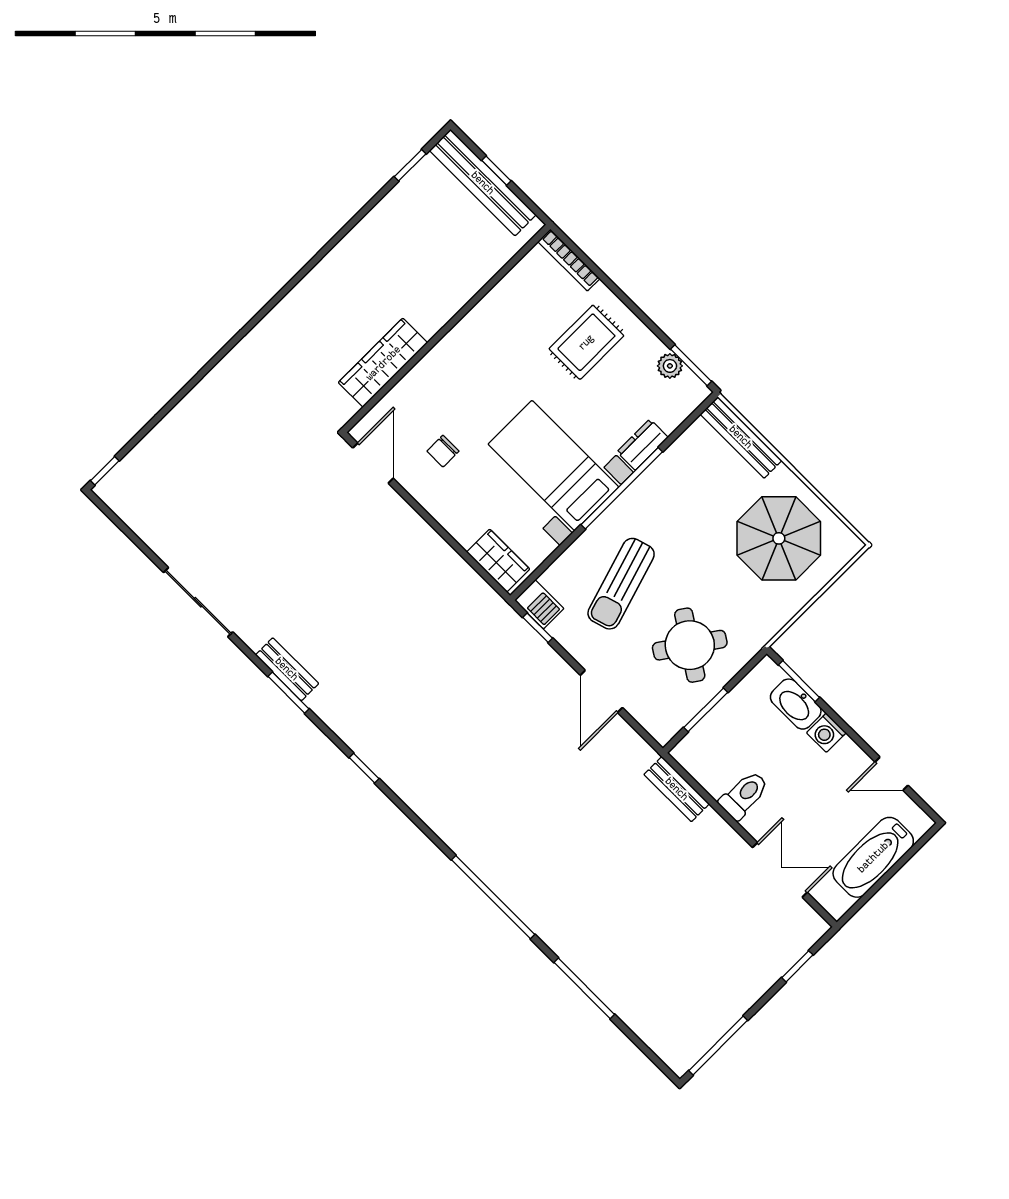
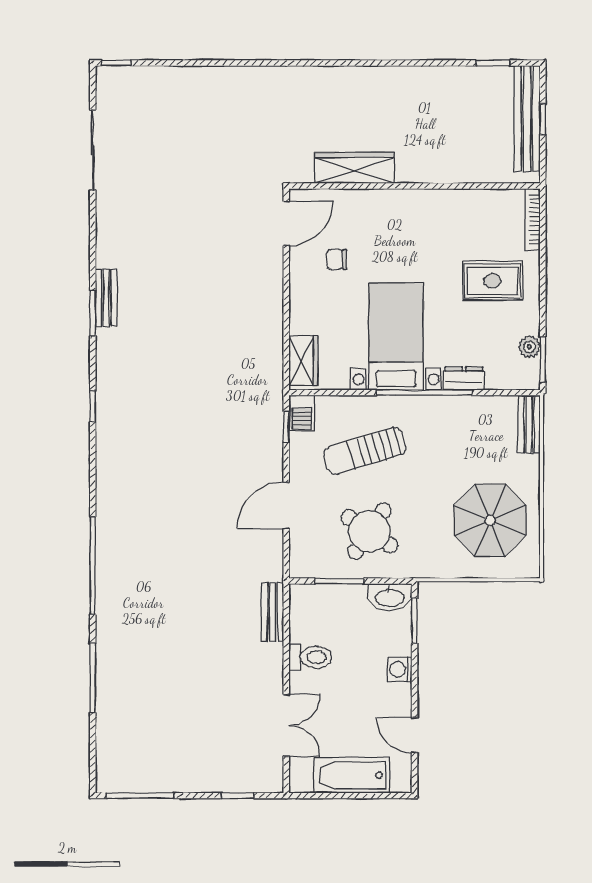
bench: (741, 437) -> (529, 424), width x0.73
sliding door: (198, 602) -> (93, 150), moved
washbasin: (796, 704) -> (390, 597), moved, turned -90

